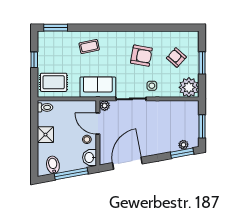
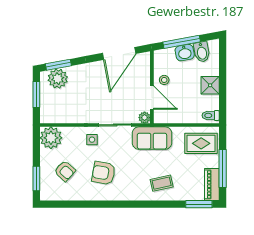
piano: (44, 45) -> (212, 184), added
window: (34, 60) -> (223, 168), width x2.17
window: (202, 63) -> (36, 178), moved
plant: (183, 145) -> (58, 79), width x1.87, depth x1.87
washbasin: (90, 157) -> (185, 53), moved, turned 79

